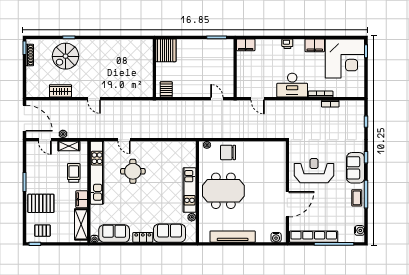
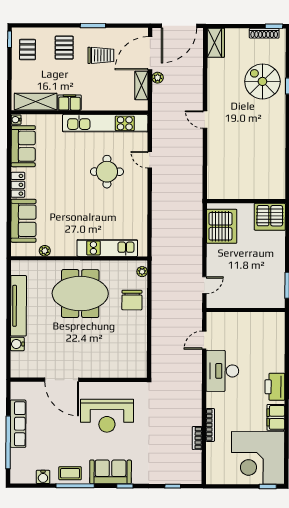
printer: (287, 44) -> (275, 387), width x1.87, depth x1.48
filing cabinet: (246, 45) -> (277, 324), removed
desk: (292, 85) -> (222, 371), moved
server rack: (166, 89) -> (222, 226), width x2.18, depth x1.44
wardrobe: (60, 91) -> (216, 43), moved
door: (94, 99) -> (205, 120), hinge flipped
door: (45, 140) -> (150, 53), width x1.88
door: (124, 140) -> (150, 160), hinge flipped
chair: (228, 152) -> (132, 300), turned 180
reception desk: (314, 171) -> (107, 416), turned 90
trolley: (74, 173) -> (101, 55), moved
kitchen unit: (189, 190) -> (107, 248), moved
meeting table: (223, 191) -> (80, 294), turned 90
pallet: (41, 203) -> (64, 48), width x0.67, depth x0.71
water cooler: (360, 230) -> (43, 477), moved
water cooler: (276, 237) -> (17, 344), moved
row of seats: (314, 237) -> (18, 424), width x0.73

